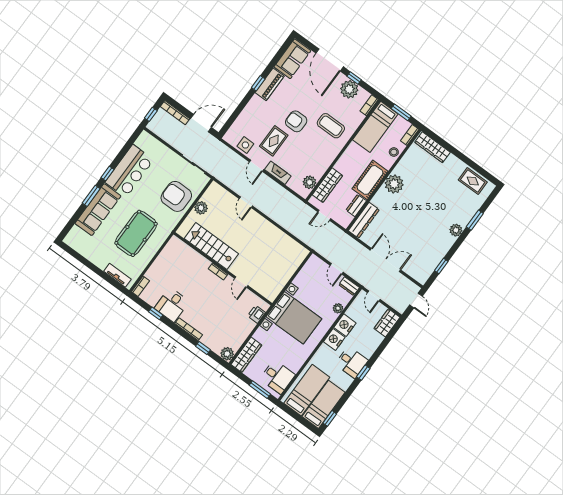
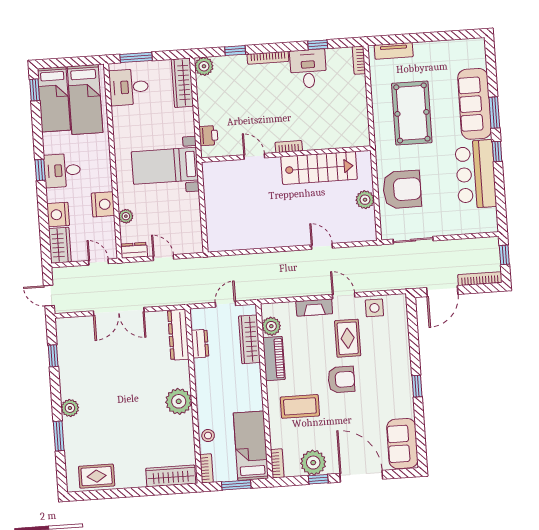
piano: (270, 84) -> (274, 359), moved, turned 180
cot: (370, 180) -> (208, 384), removed
bed with nightstands: (294, 318) -> (165, 166), width x0.73
nightstand: (334, 340) -> (58, 215), moved, turned 180

